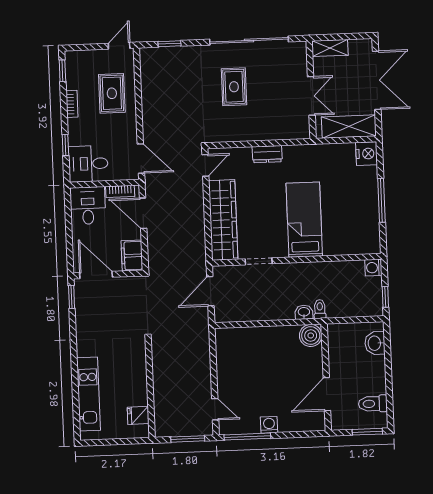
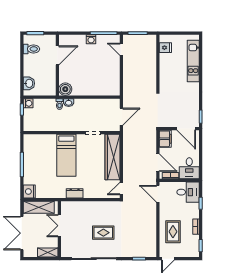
rug: (234, 87) -> (103, 233), turned 90
dresser: (267, 154) -> (75, 193), moved
washing machine: (373, 268) -> (28, 103), moved

